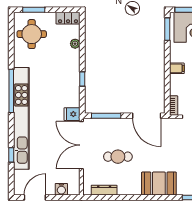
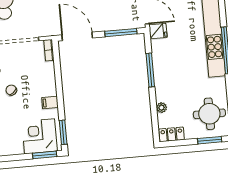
filing cabinet: (177, 68) -> (50, 103), moved
window: (82, 79) -> (150, 70), width x2.17

